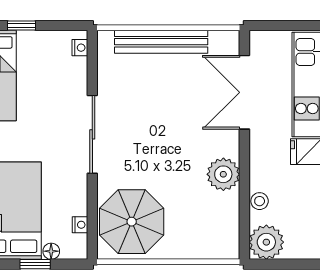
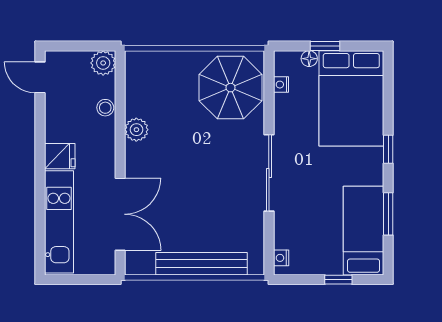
plant: (223, 174) -> (136, 130), width x0.73, depth x0.73
plant: (266, 242) -> (103, 63), width x0.73, depth x0.73

